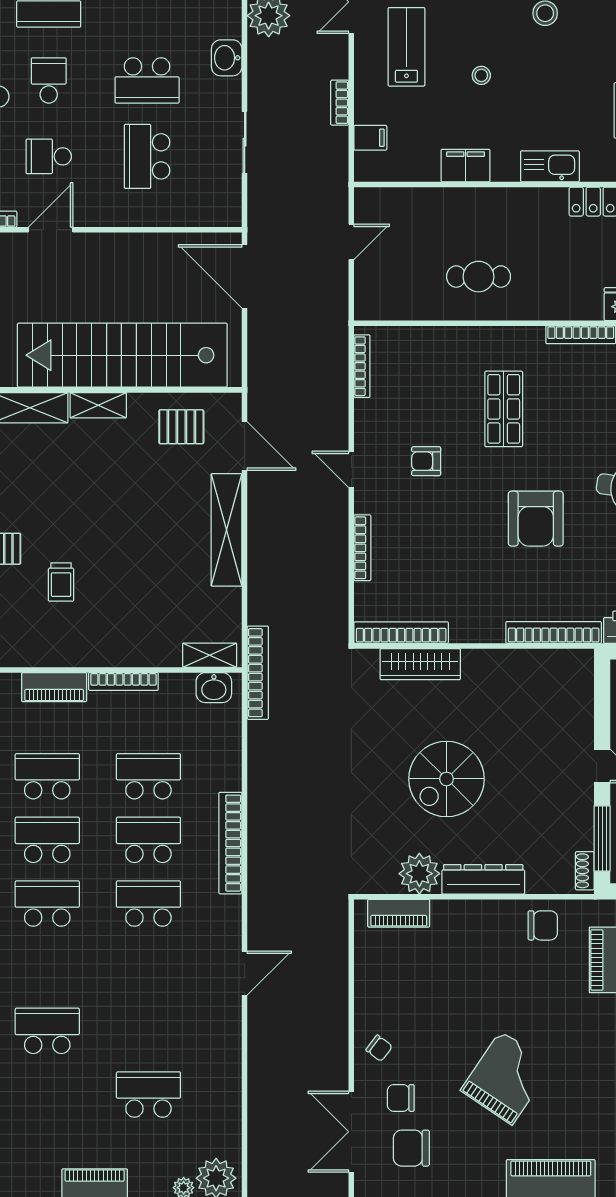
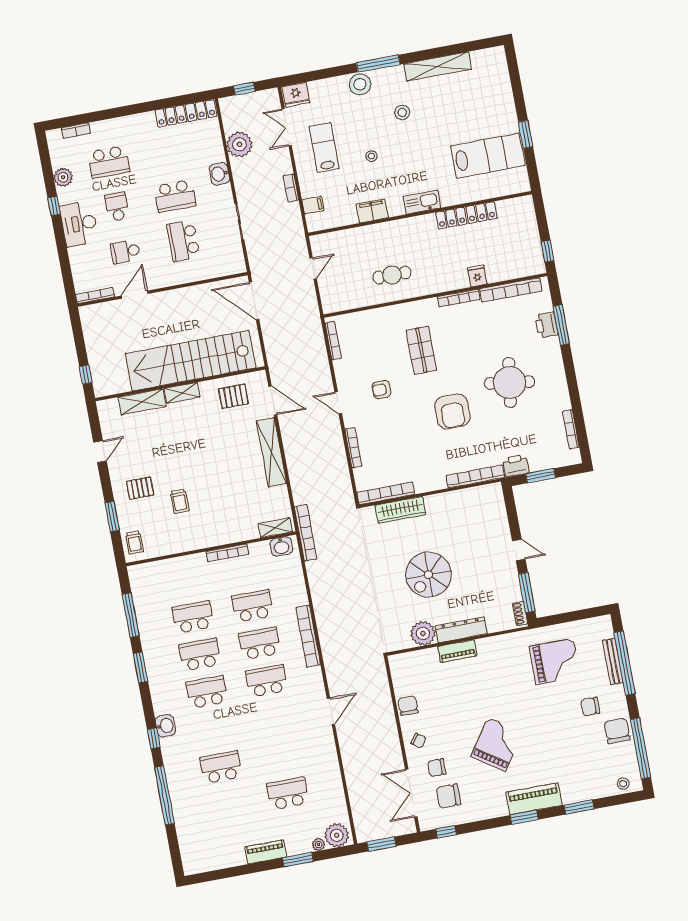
piano: (54, 687) -> (187, 564), removed
piano: (399, 913) -> (457, 651), moved
chair: (543, 925) -> (408, 706), moved, turned -90

